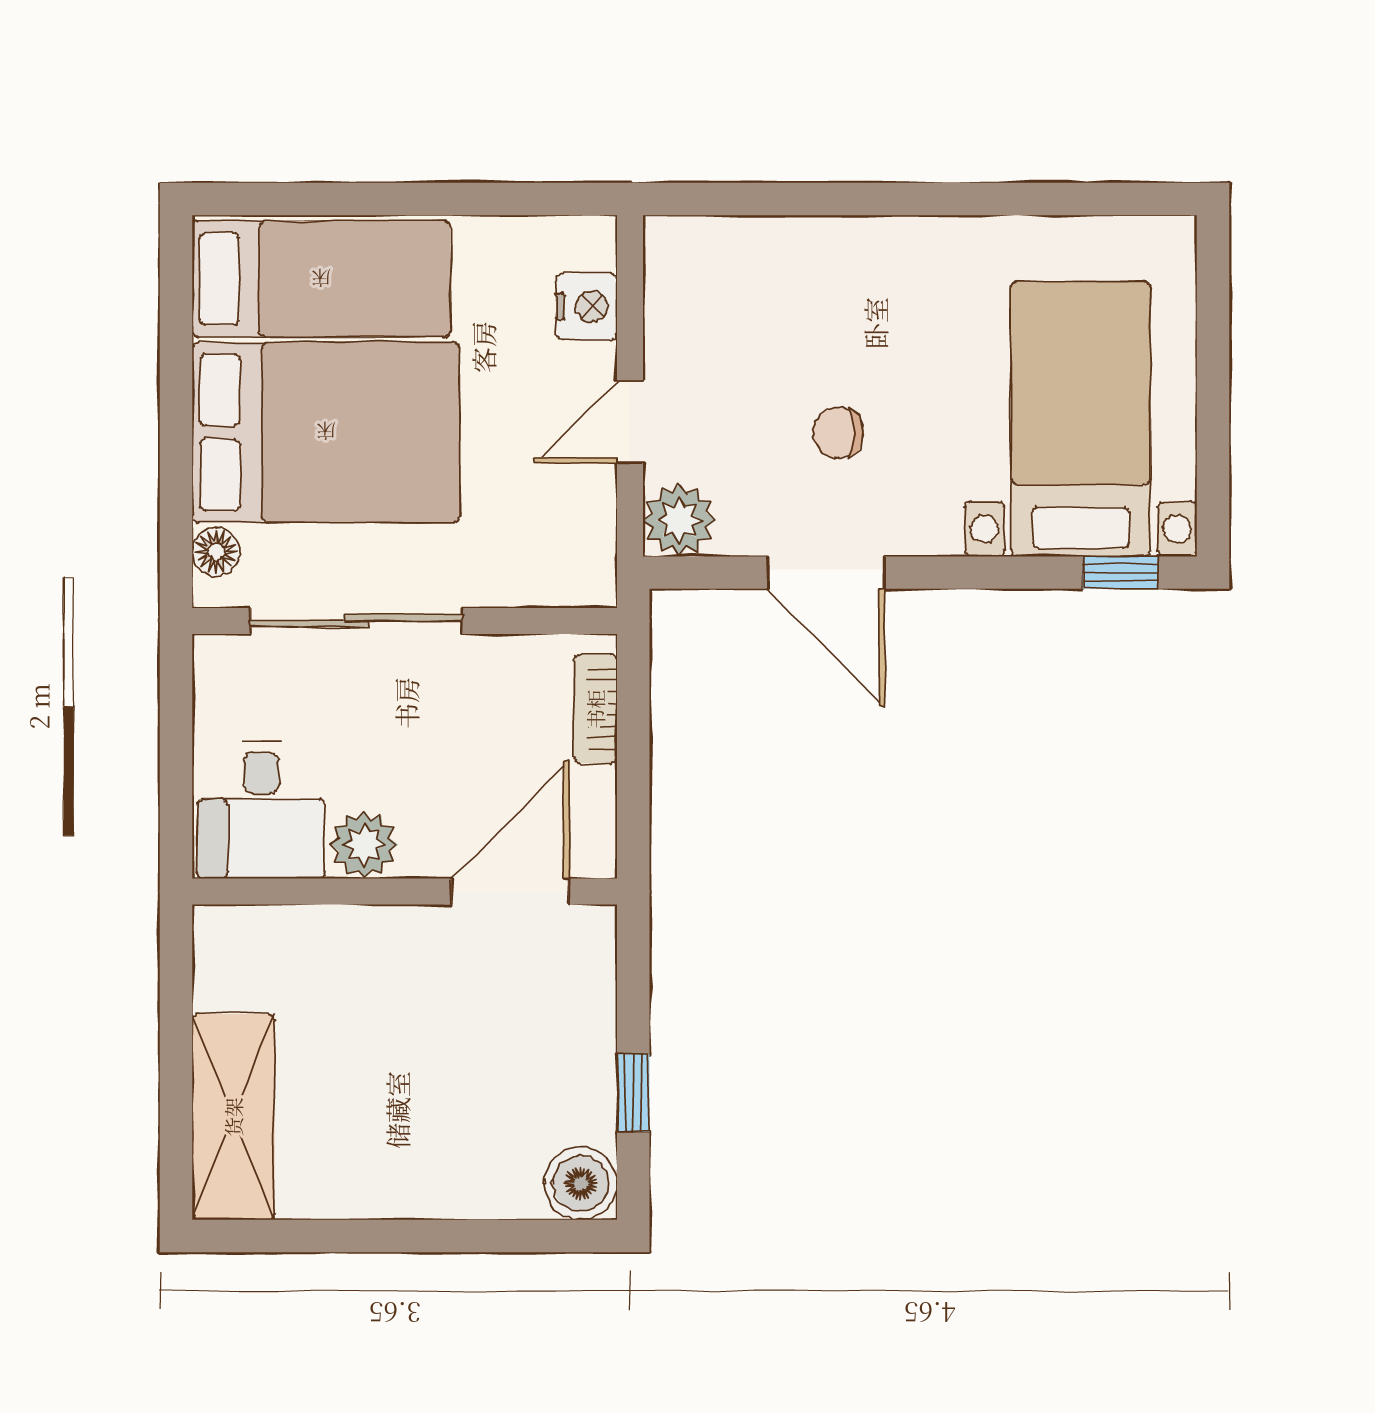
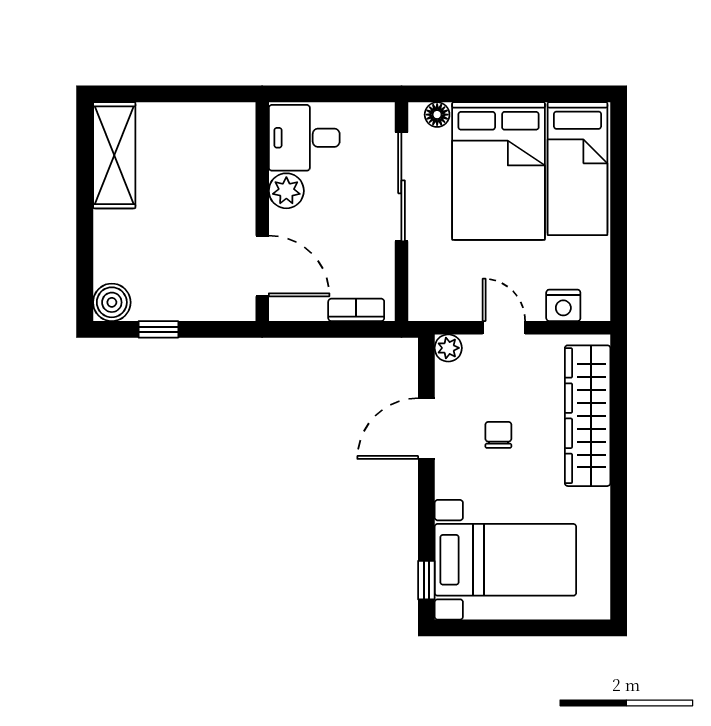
wardrobe: (801, 259) -> (588, 416), added
plant: (679, 520) -> (448, 348), width x0.73, depth x0.73
shelving: (233, 1117) -> (114, 155), moved, turned 90

